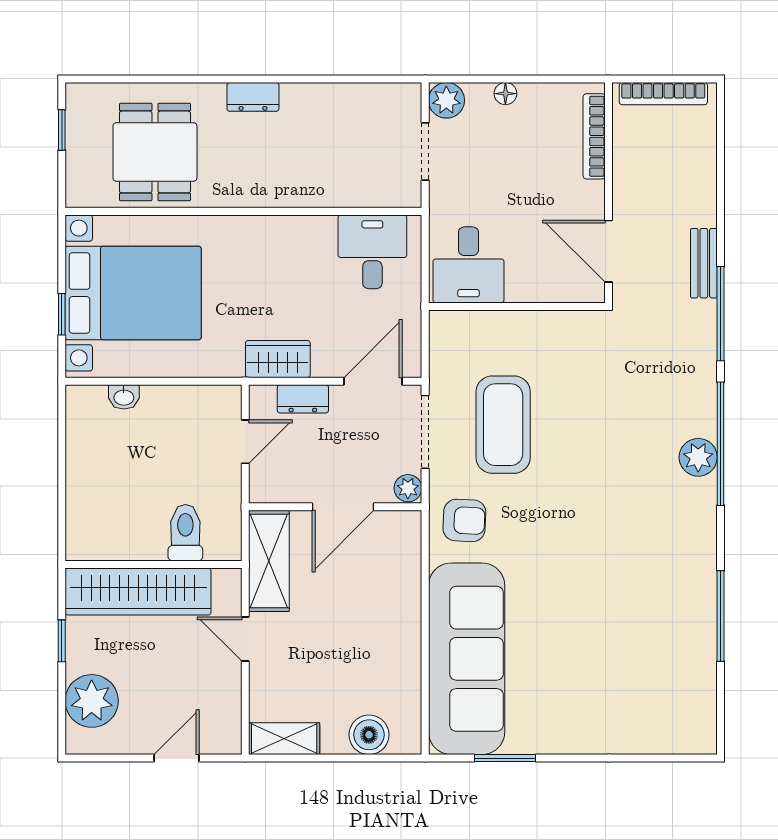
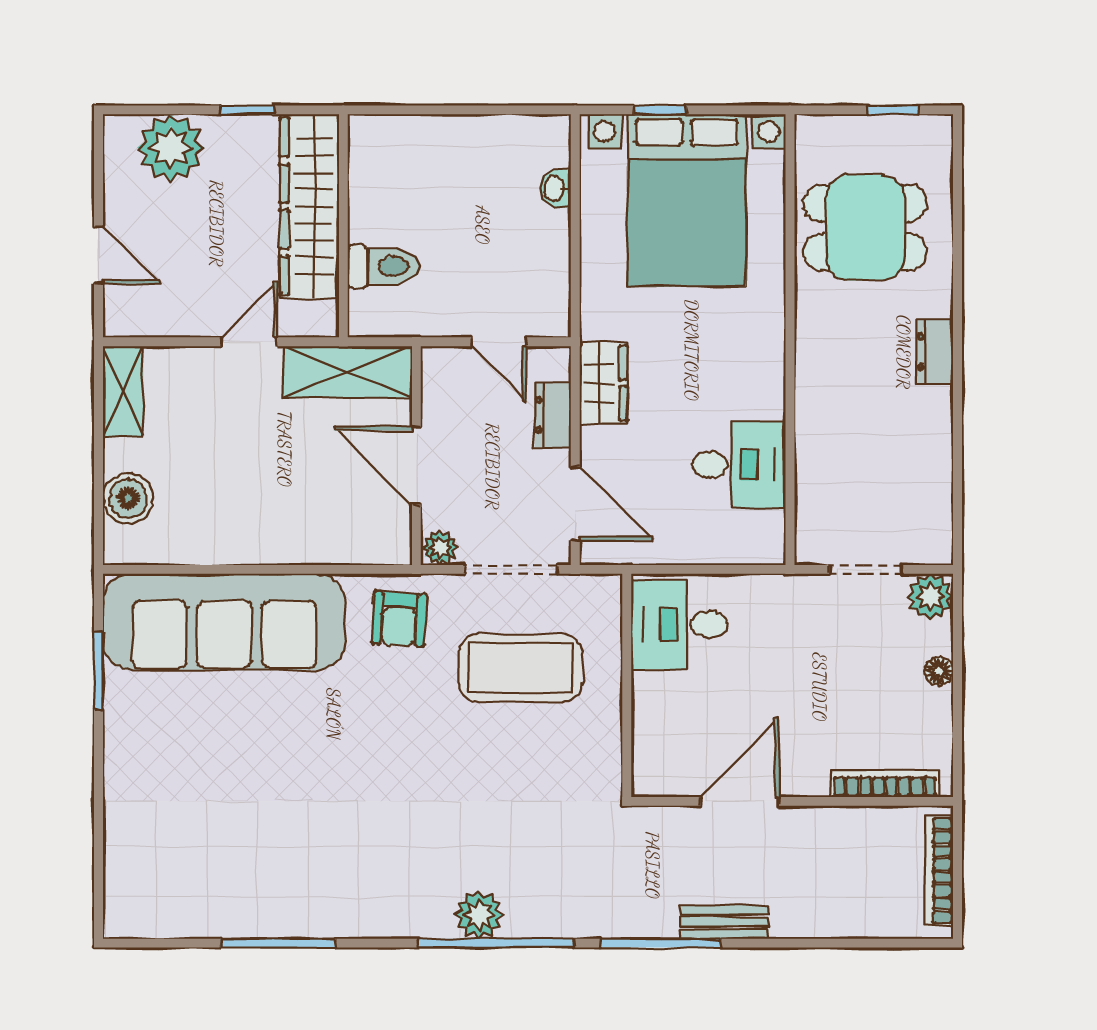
desk: (372, 252) -> (739, 465), moved
desk: (468, 265) -> (679, 624), moved
wall: (517, 306) -> (627, 685), moved

